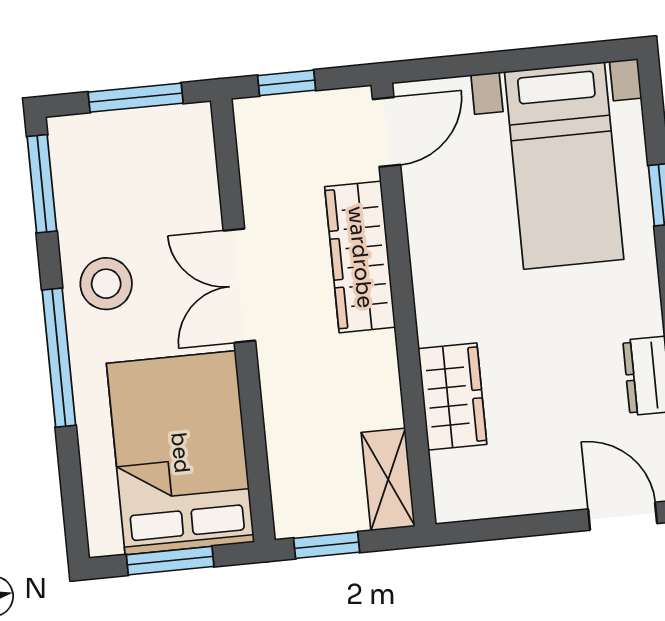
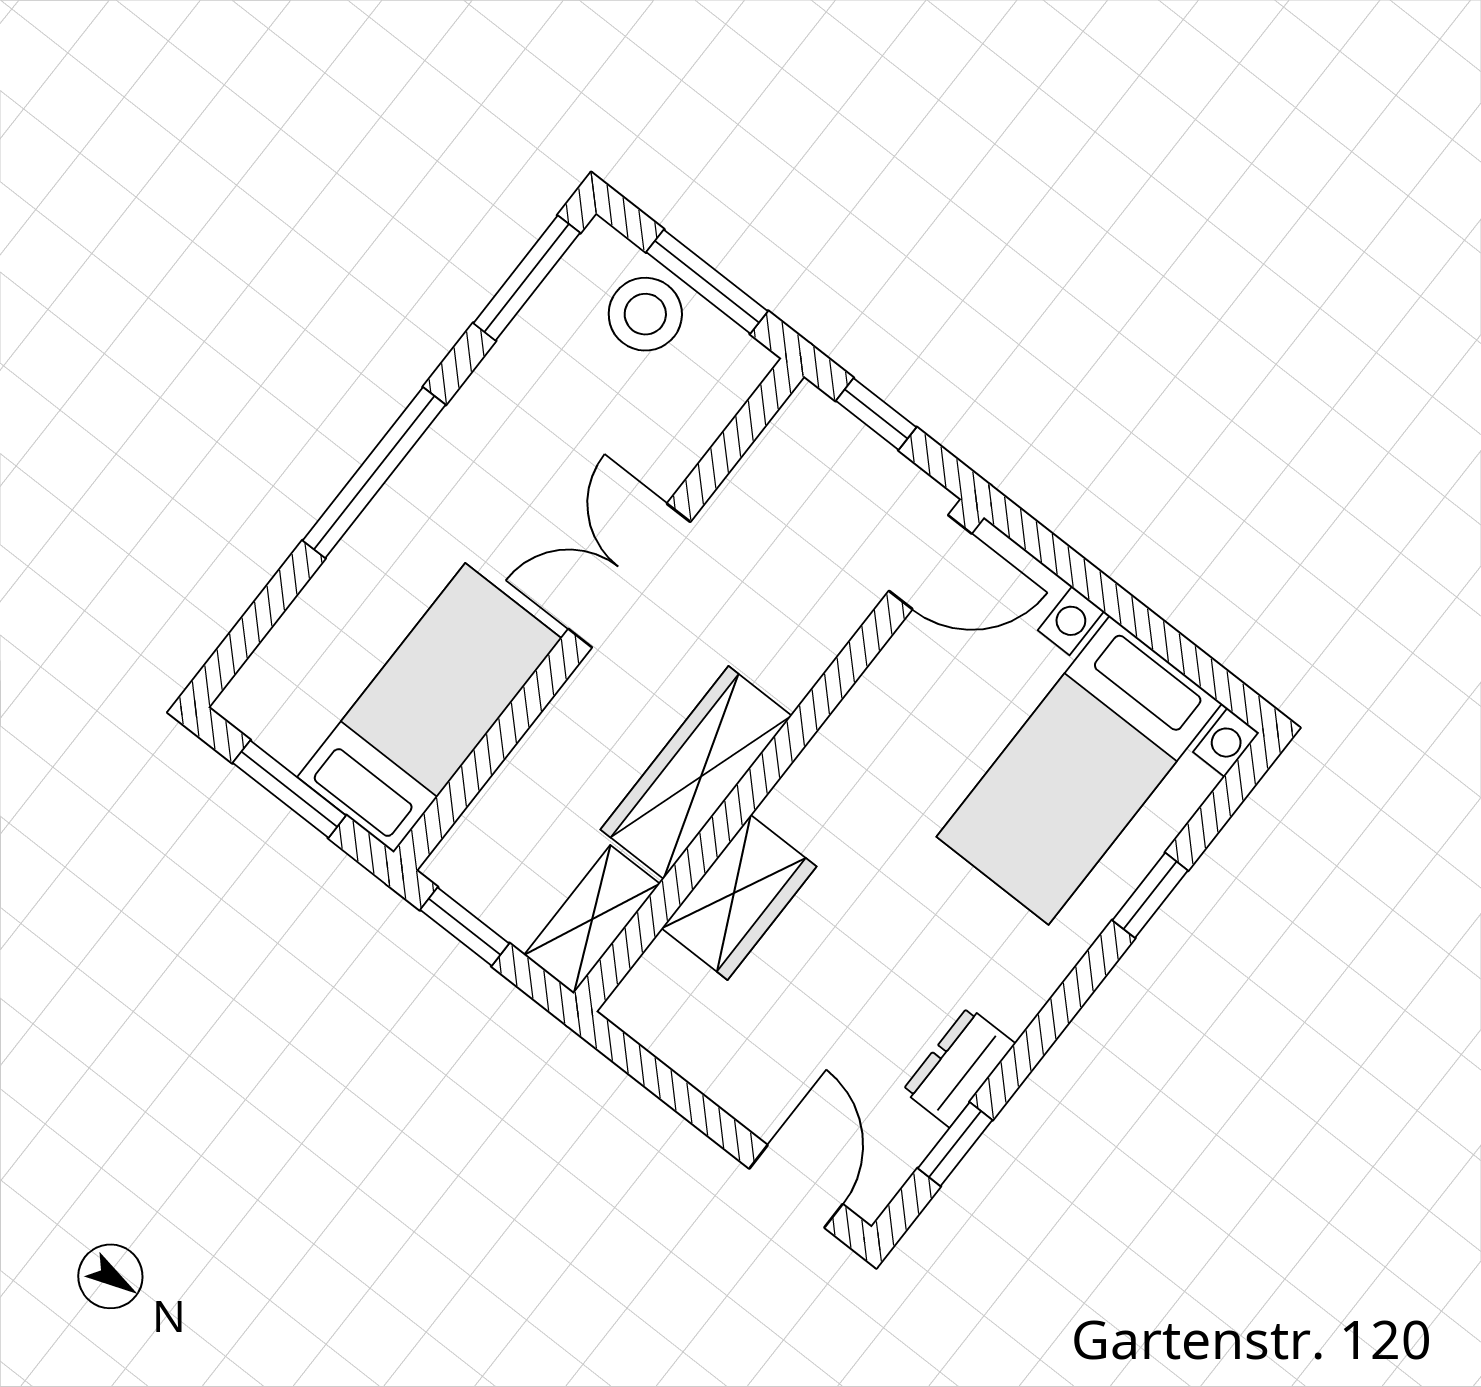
wardrobe: (360, 257) -> (696, 773), moved
stool: (106, 284) -> (645, 314), moved
bed: (180, 453) -> (430, 708), width x0.67

